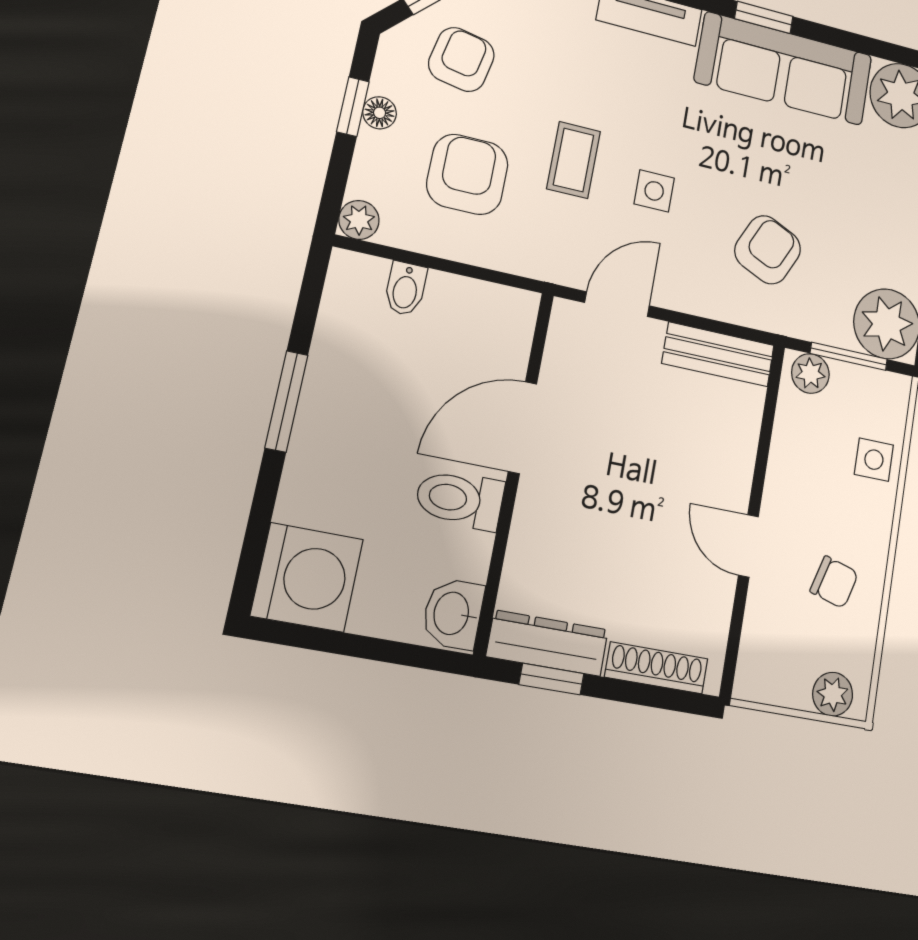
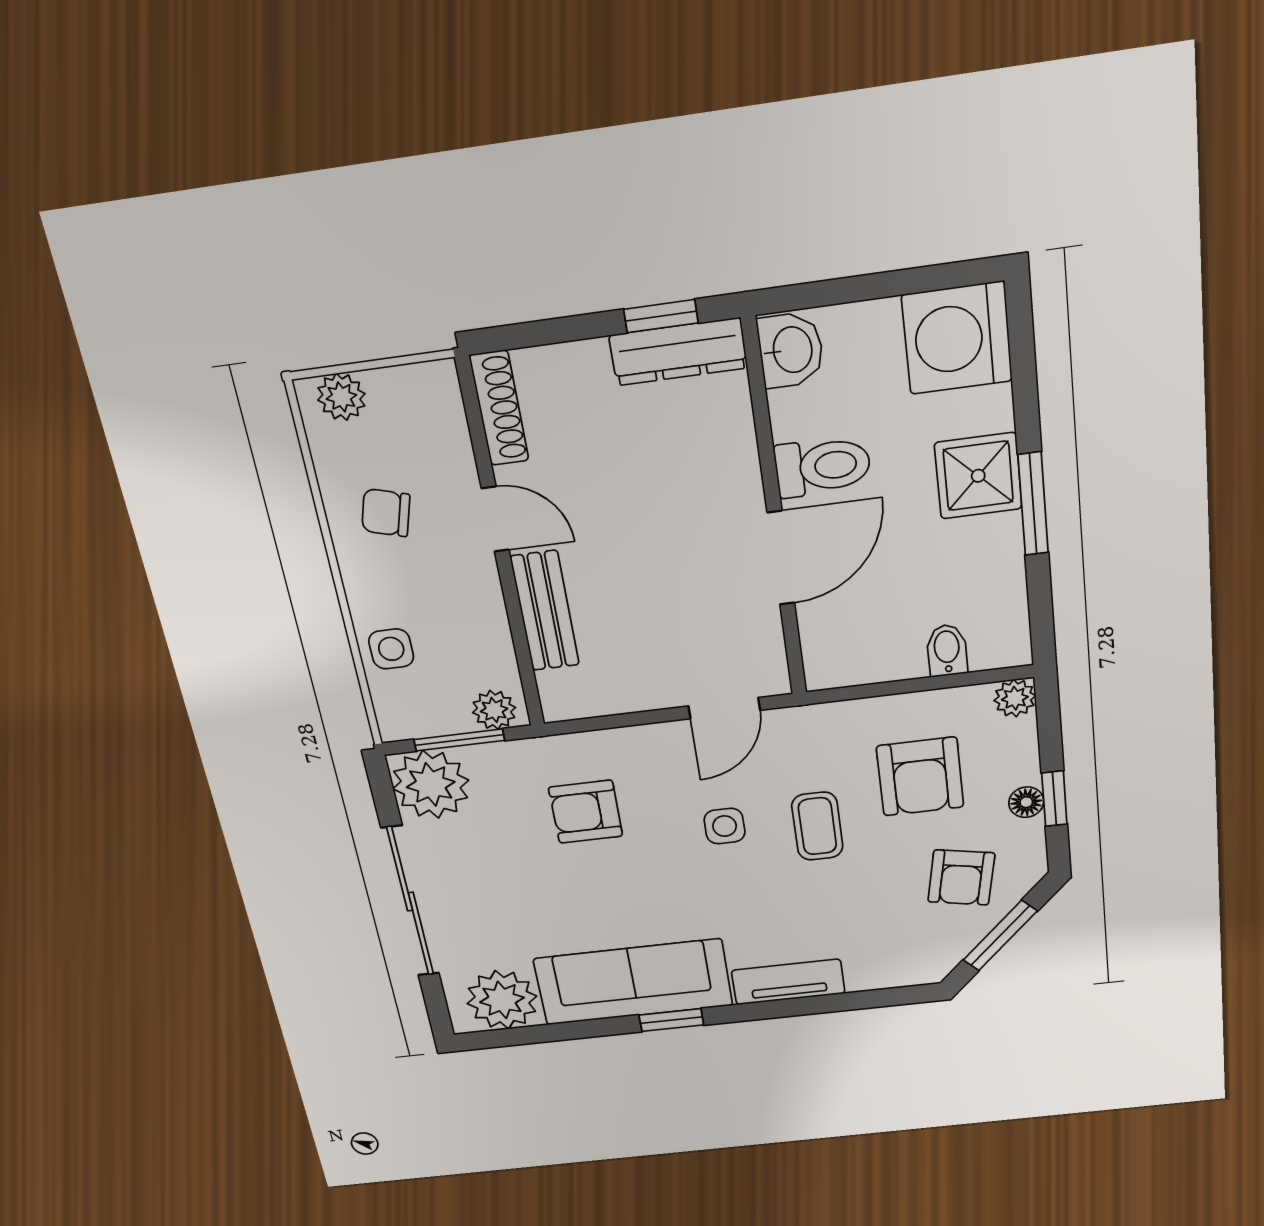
armchair: (768, 250) -> (586, 812), turned 65
bench: (718, 354) -> (545, 611), moved, turned 90
shower: (327, 444) -> (978, 476), added
shoe rack: (656, 668) -> (499, 408), moved, turned -90

